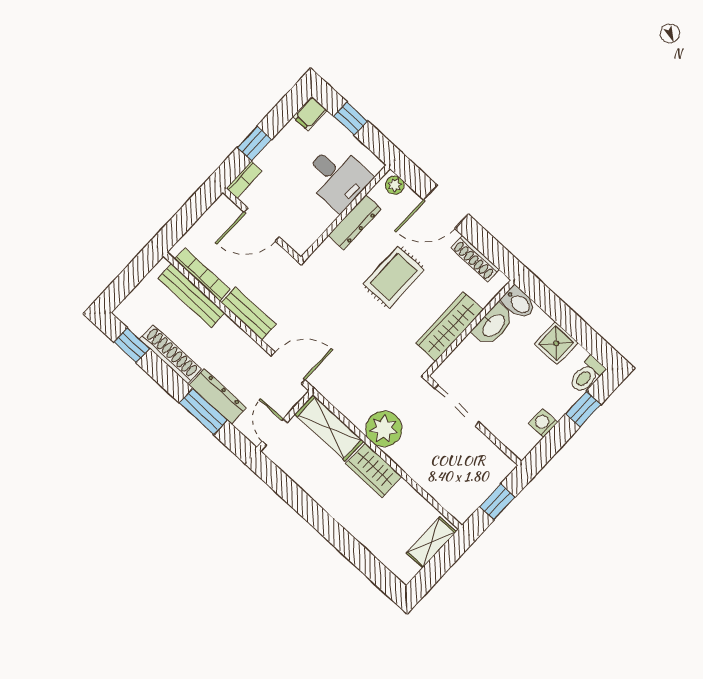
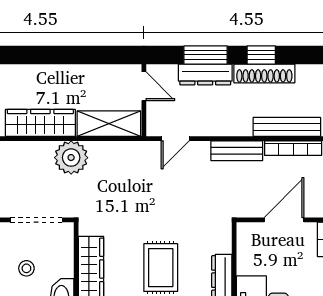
window: (132, 345) -> (261, 55), moved
door: (288, 368) -> (175, 139), width x0.73
stool: (500, 374) -> (26, 268), added
wardrobe: (374, 470) -> (40, 123), width x1.50

